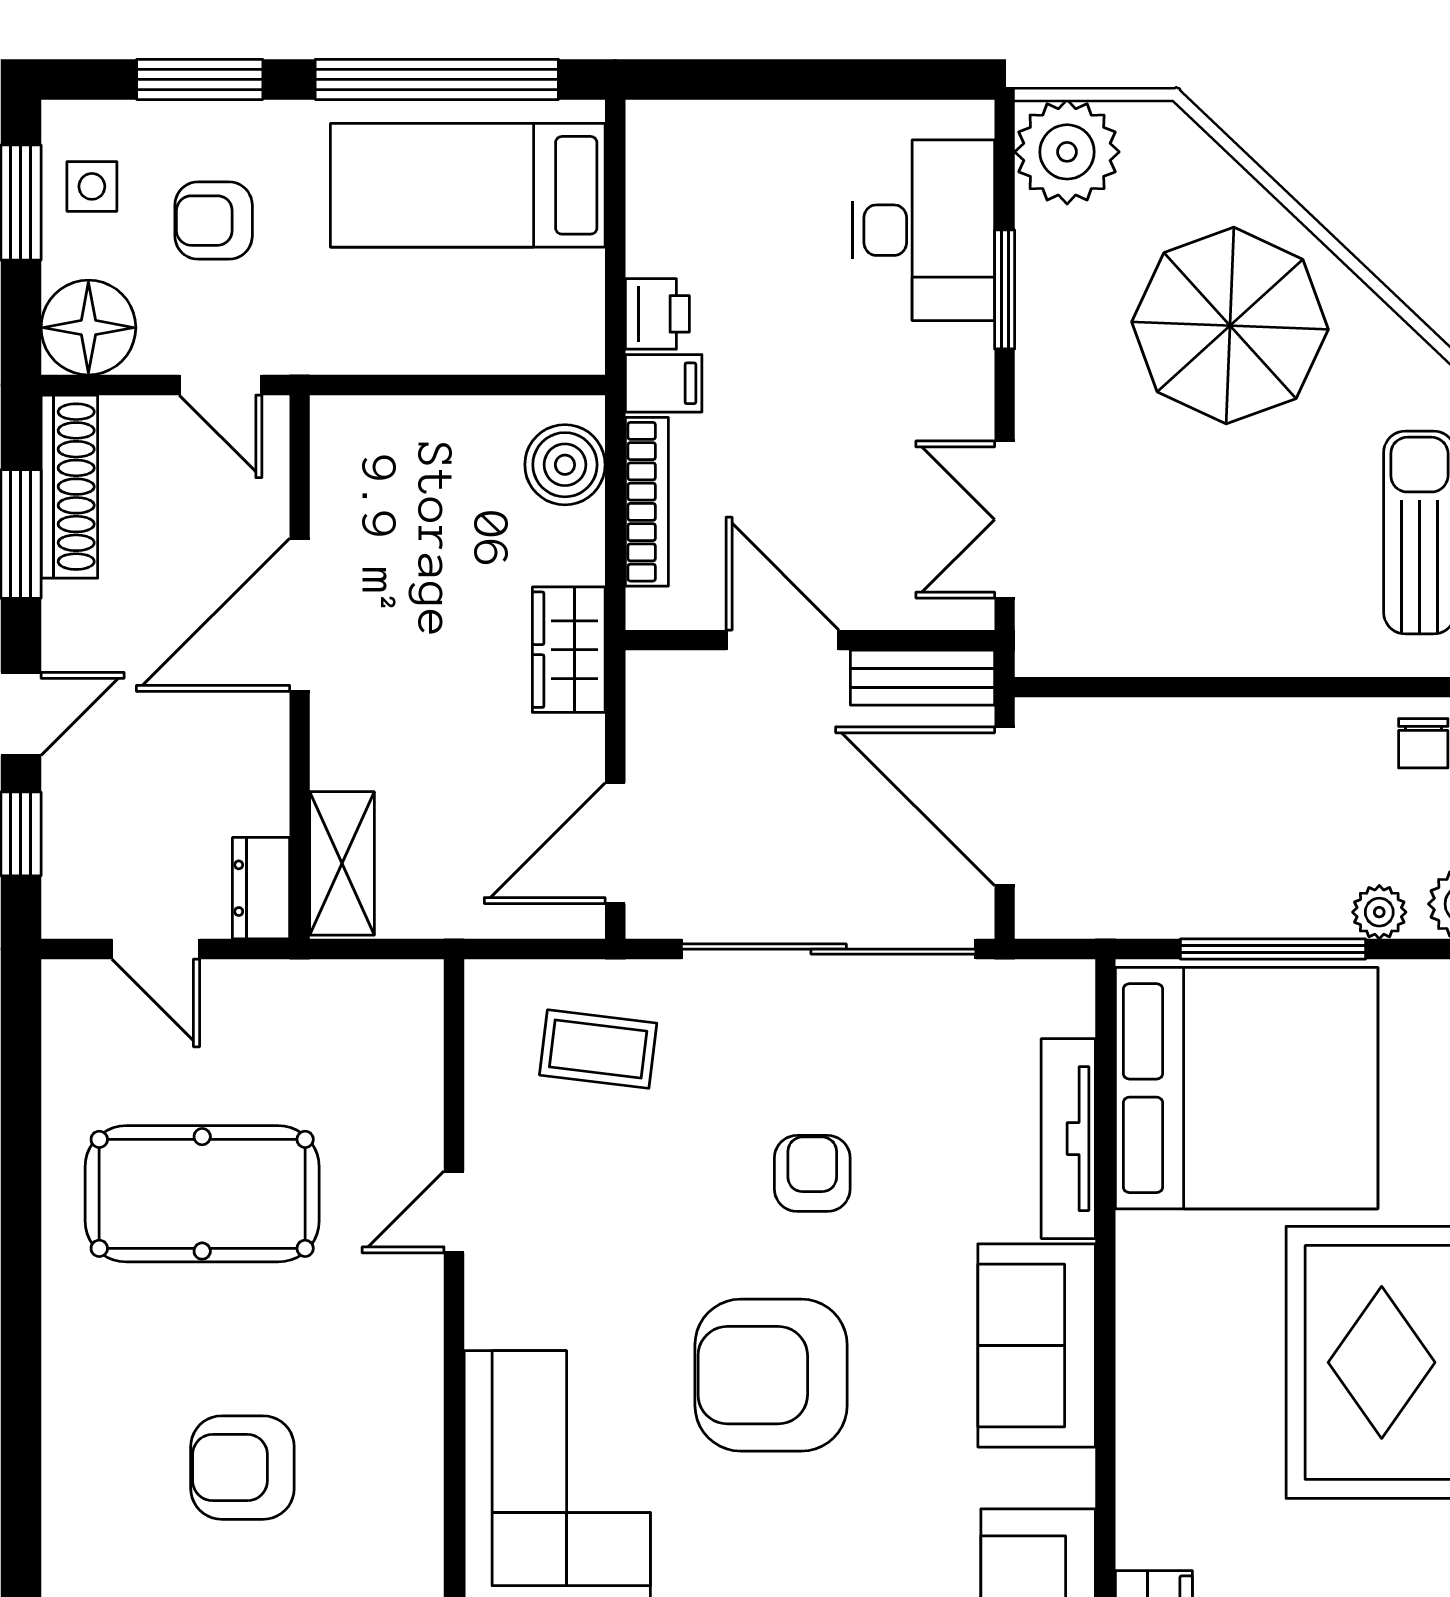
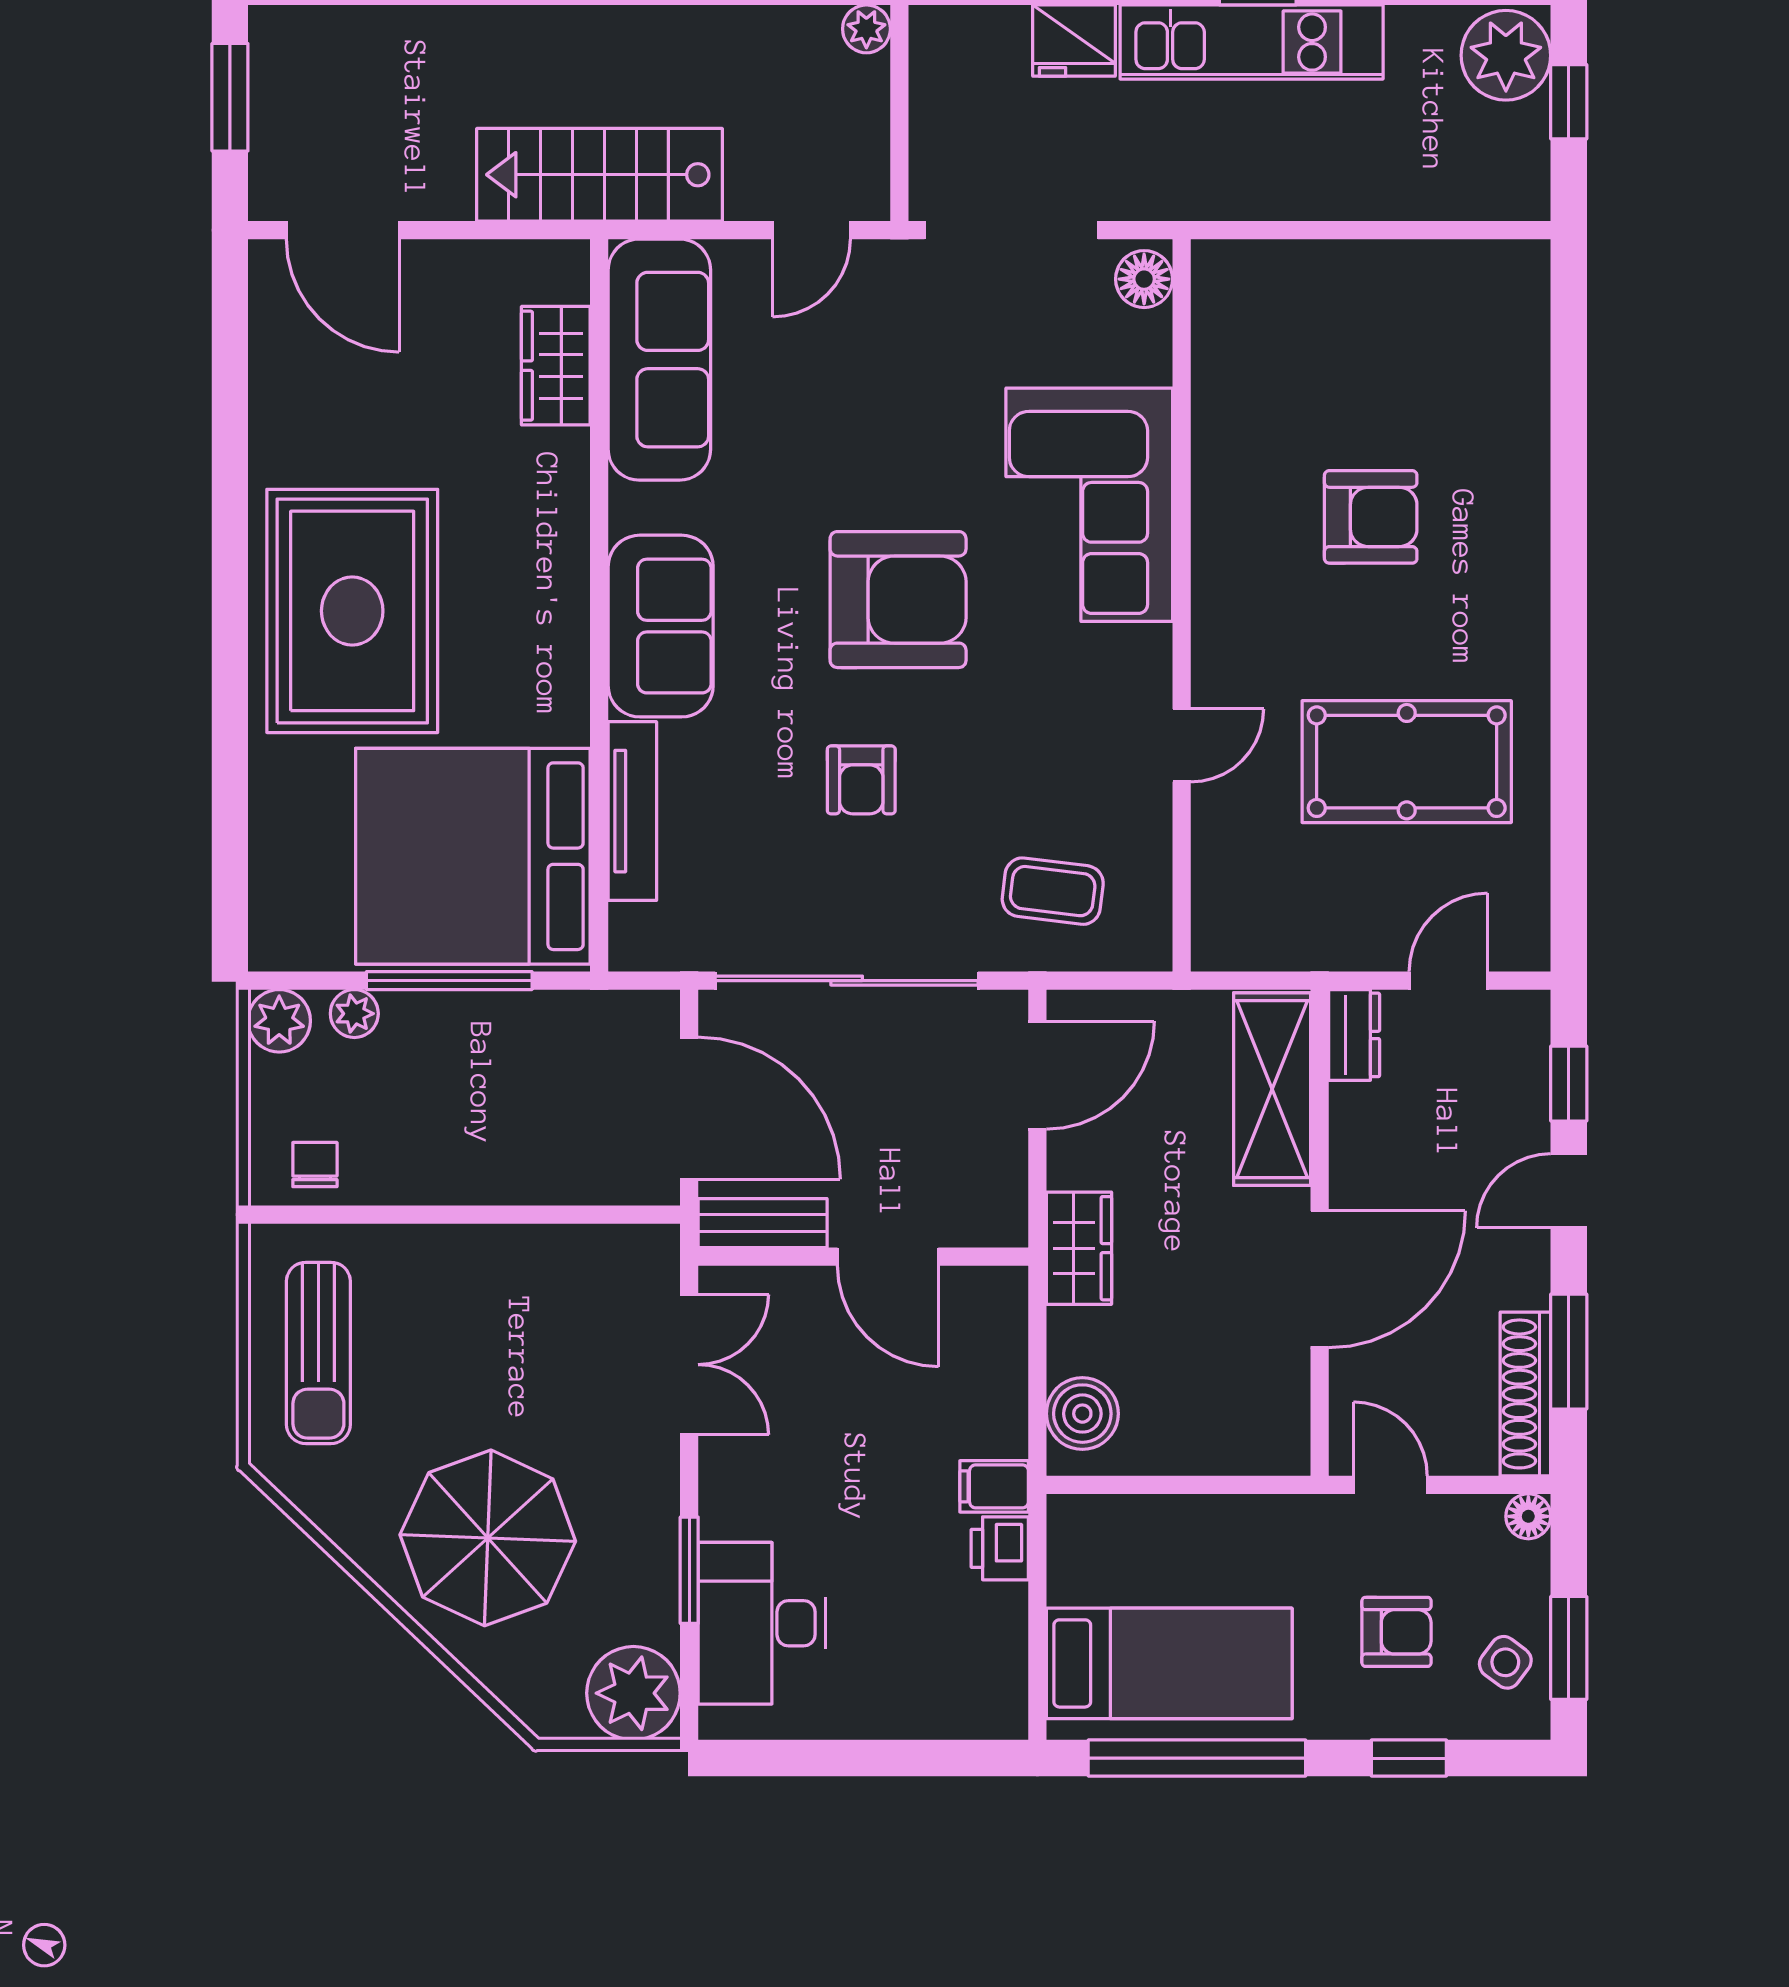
window: (200, 79) -> (1409, 1758), width x0.67
side table: (92, 186) -> (1505, 1662), turned 37
floor lamp: (88, 328) -> (1528, 1516), width x0.53, depth x0.53
bookcase: (647, 502) -> (1009, 1380), removed
shelving: (342, 863) -> (1272, 1089), width x1.50, depth x1.33
door: (156, 949) -> (1448, 981), hinge flipped

